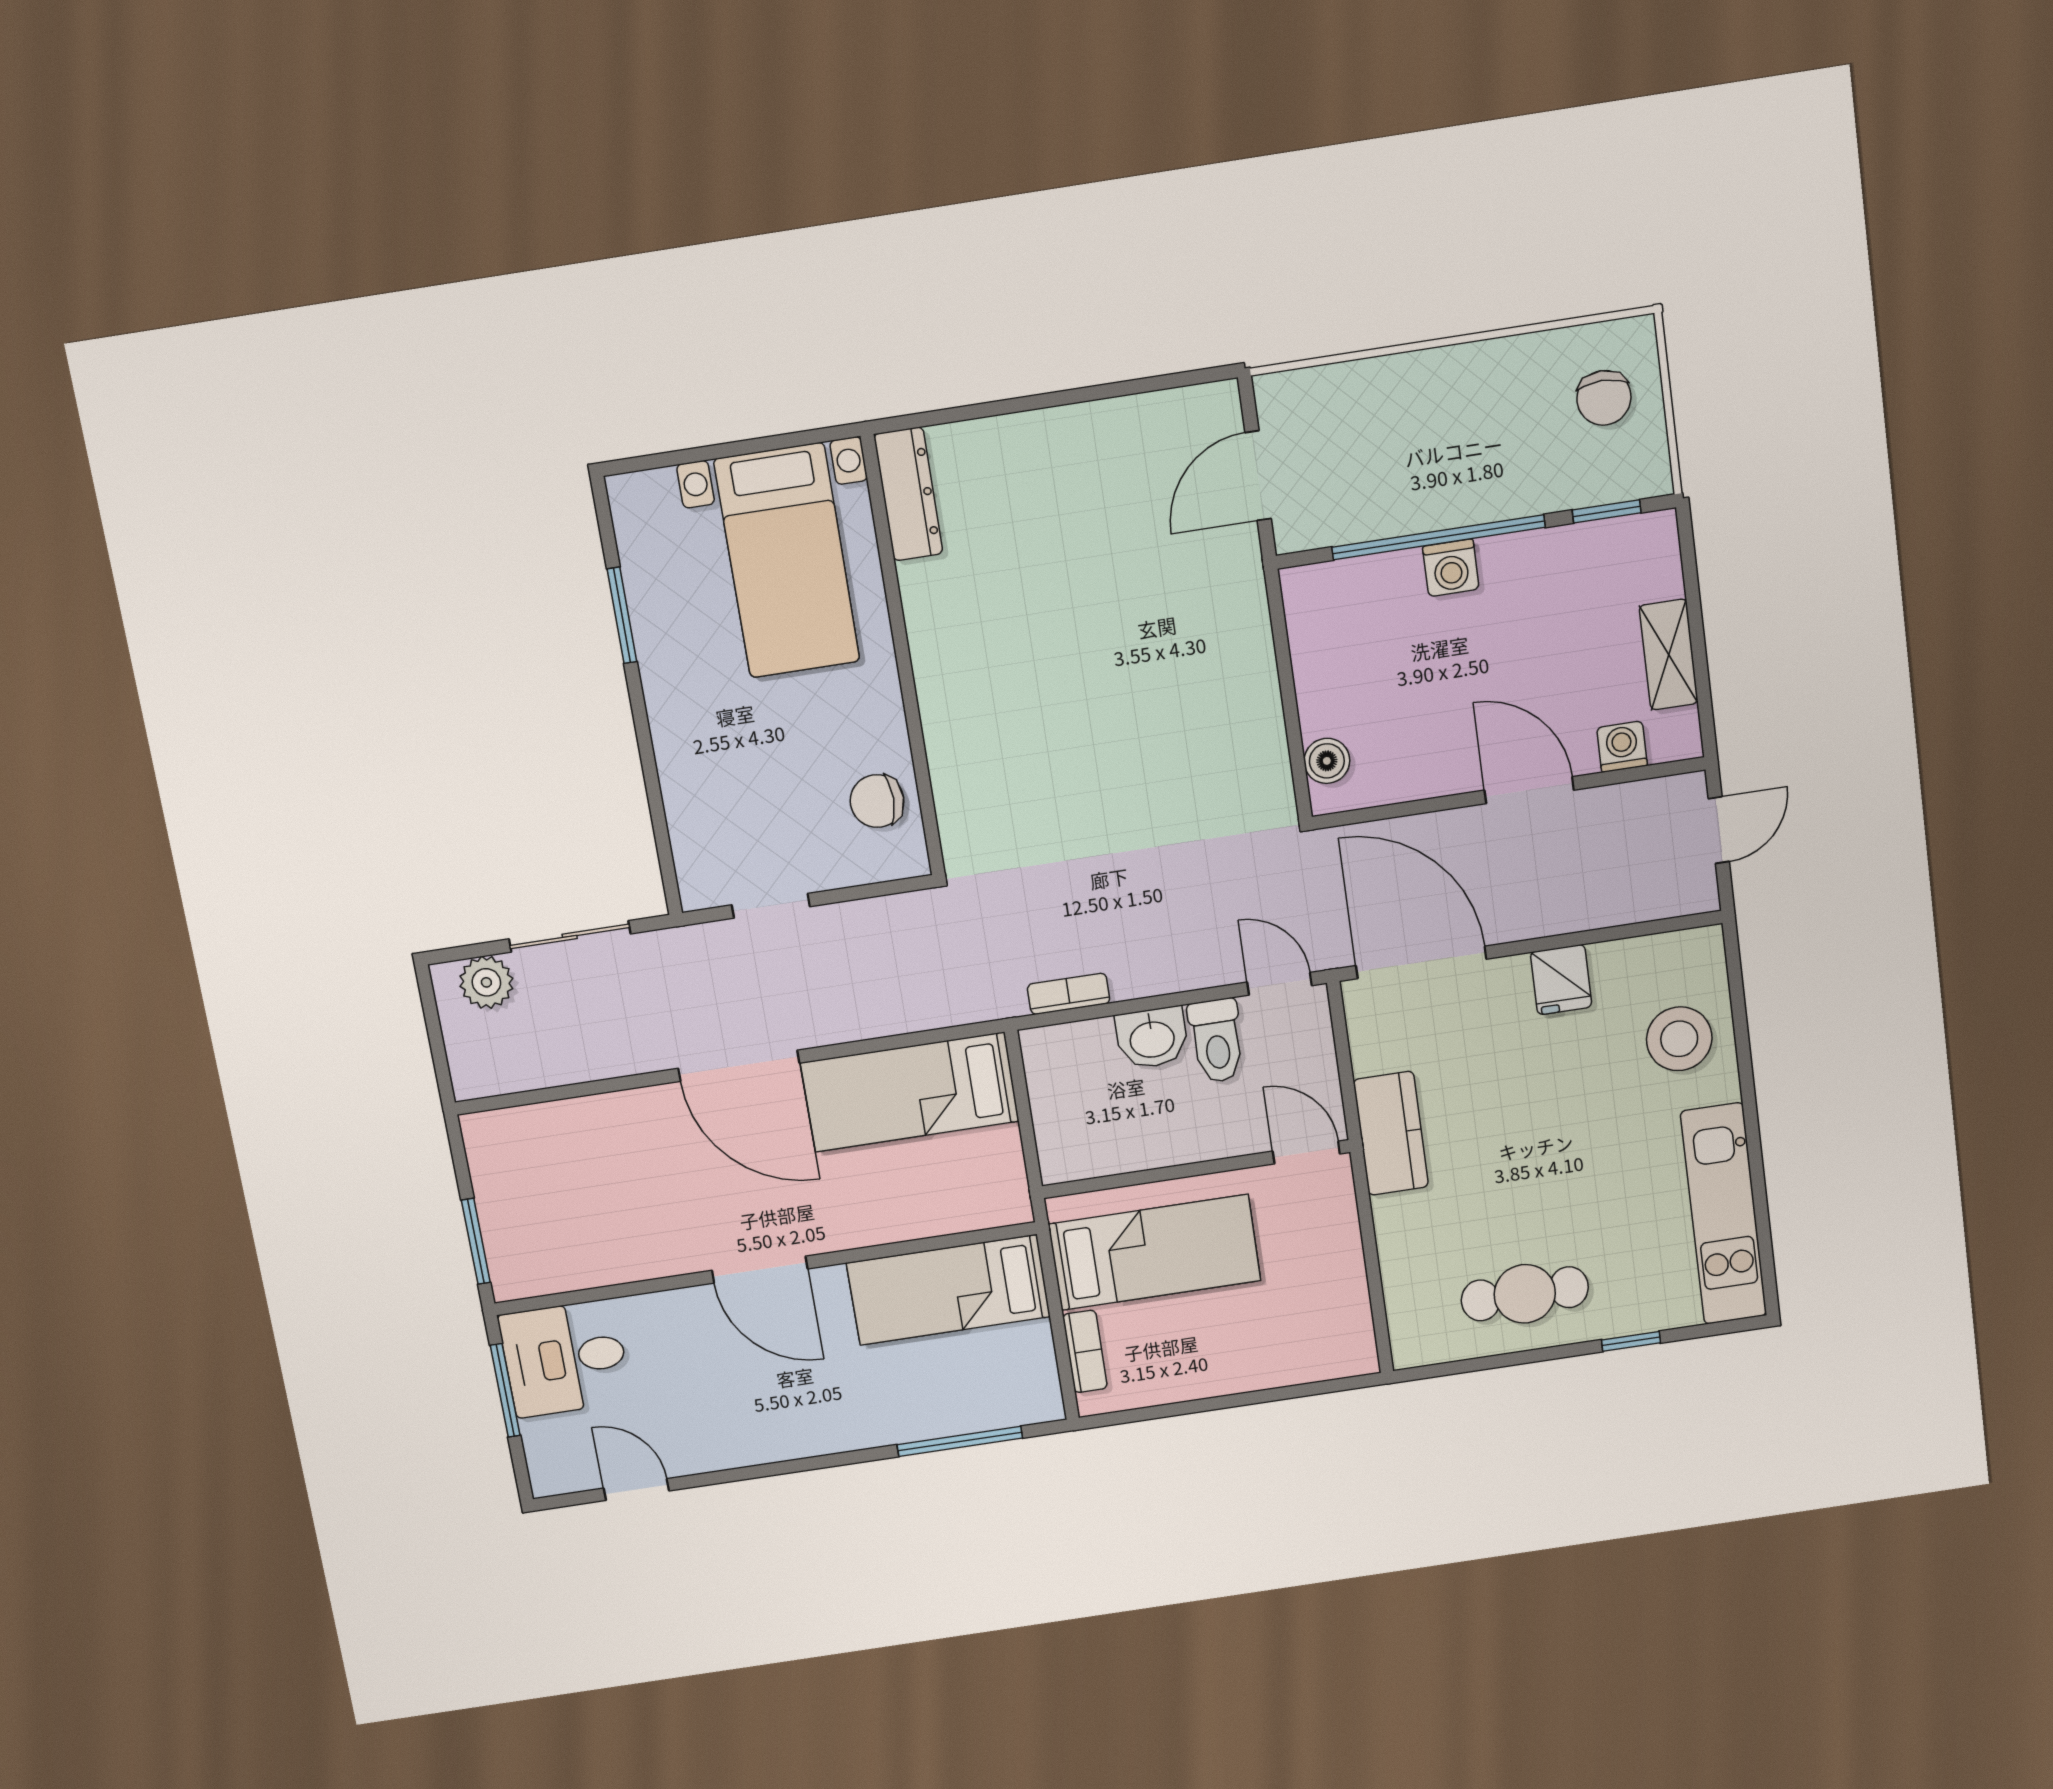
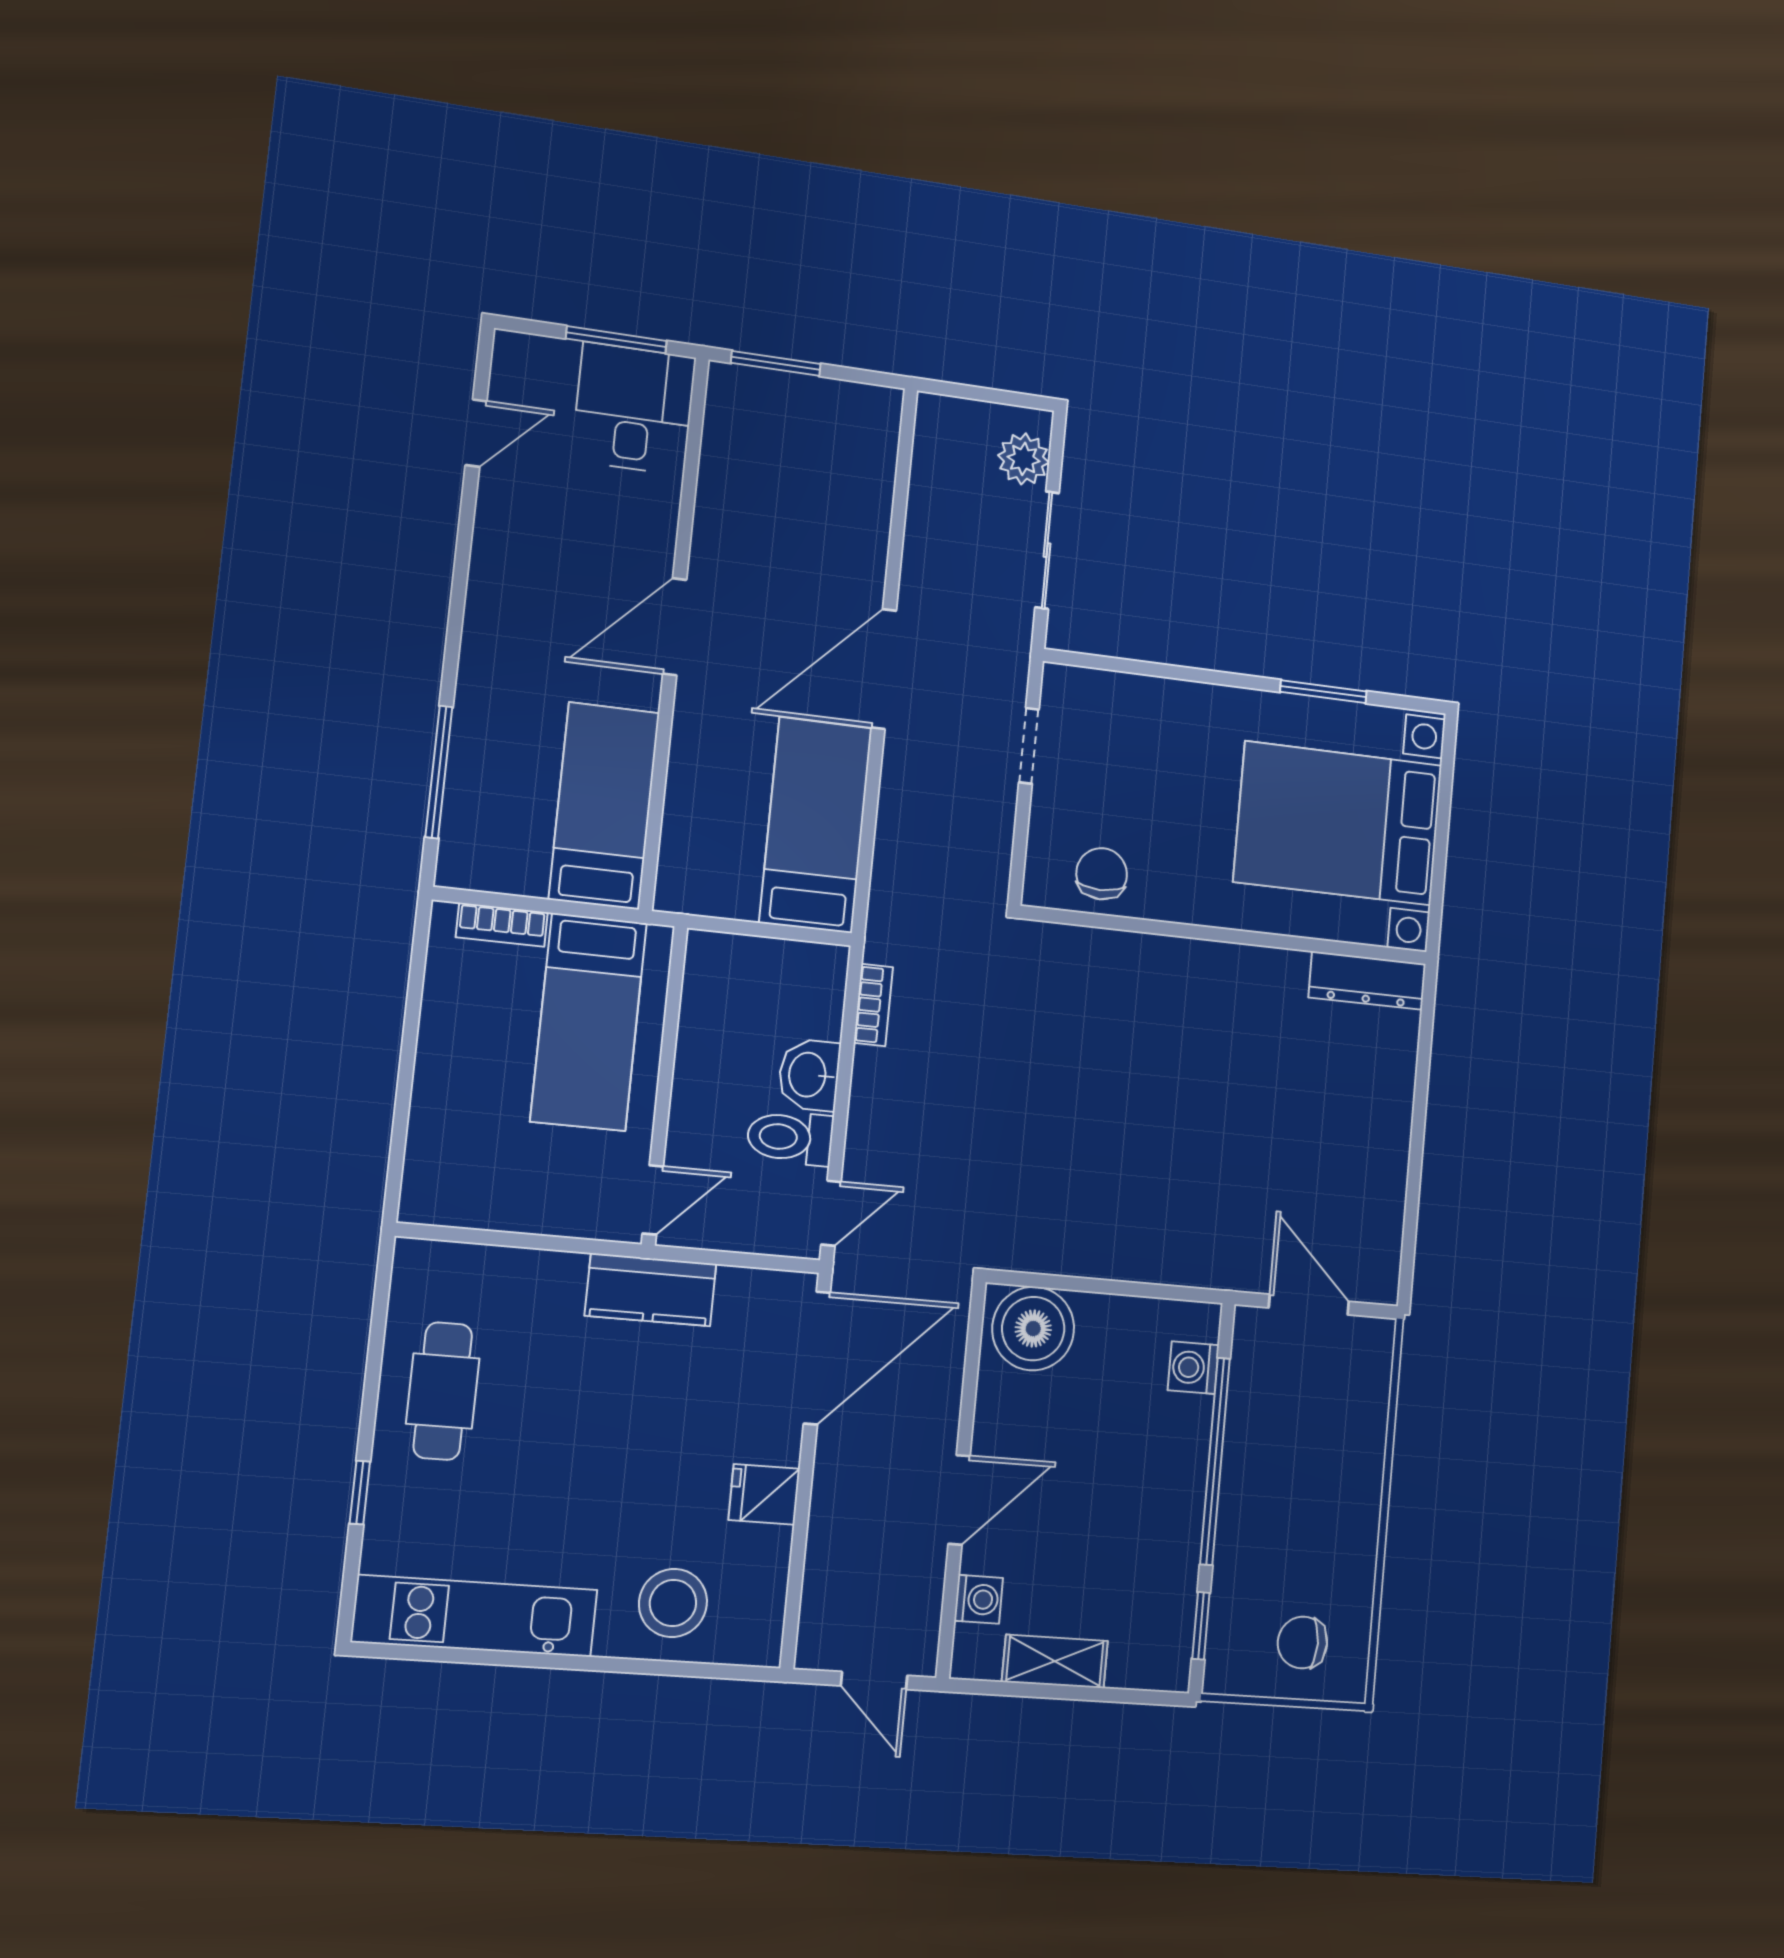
bed with nightstands: (787, 561) -> (1338, 823), width x1.36
washing machine: (1451, 568) -> (1193, 1368), moved
boiler: (1327, 761) -> (1033, 1329), width x1.86, depth x1.86

